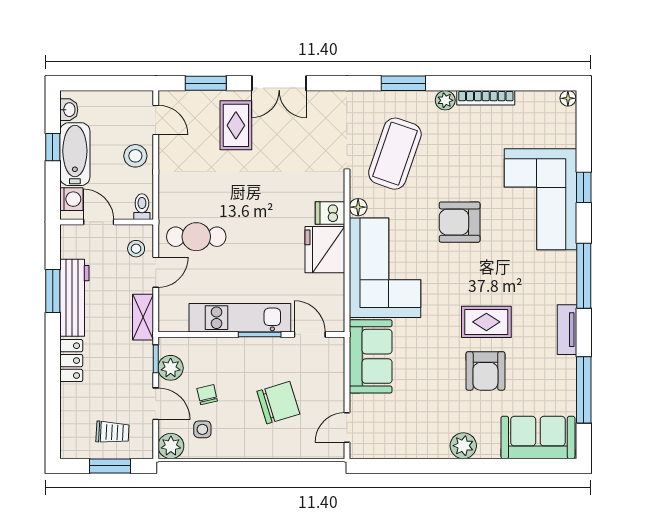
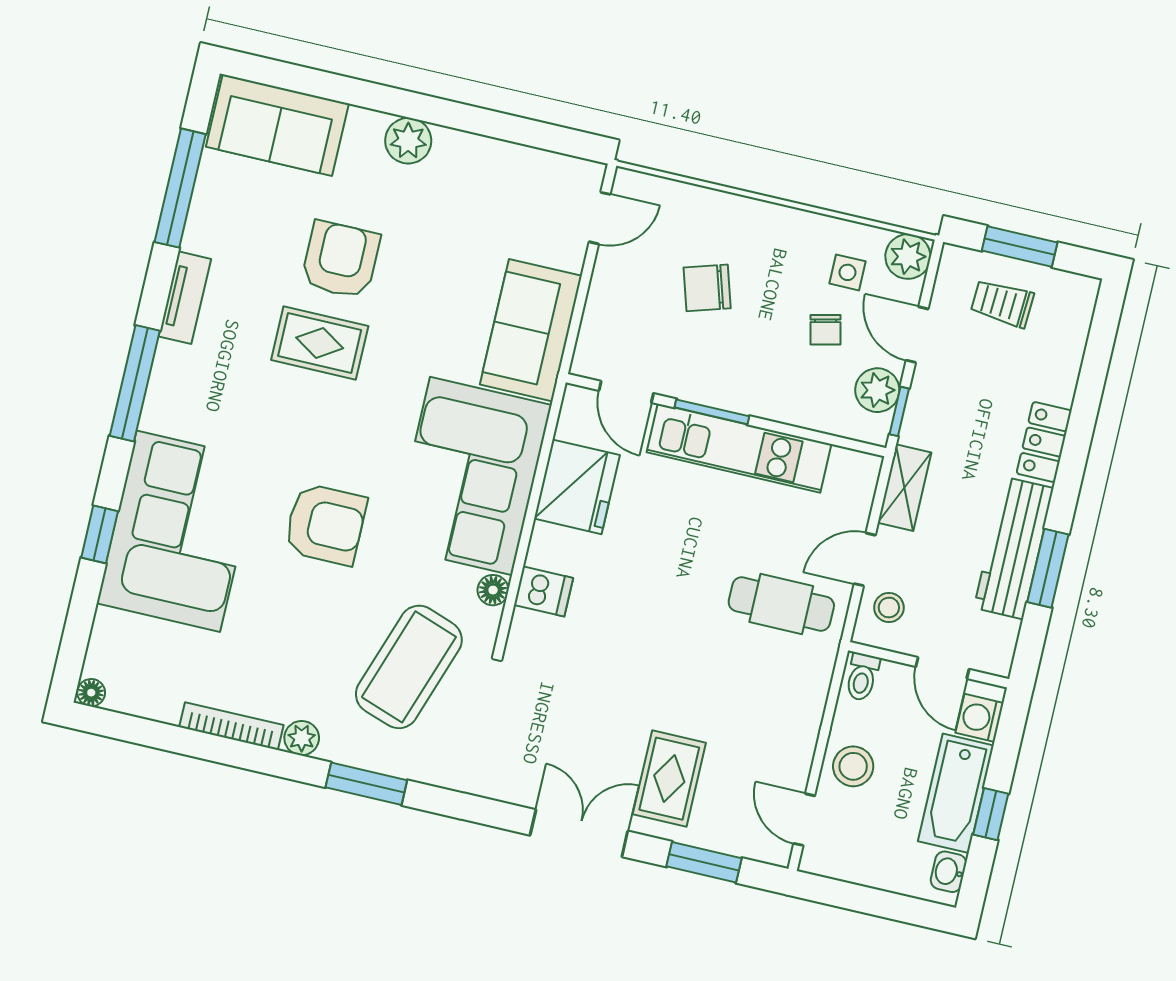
fridge: (325, 250) -> (577, 487), moved
chair: (278, 403) -> (707, 288), width x0.73, depth x0.73

